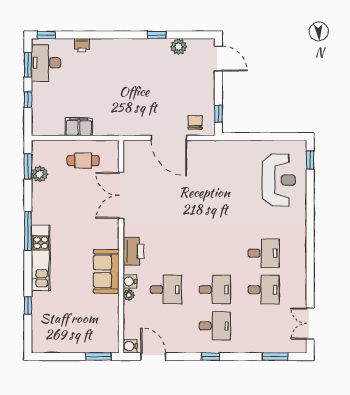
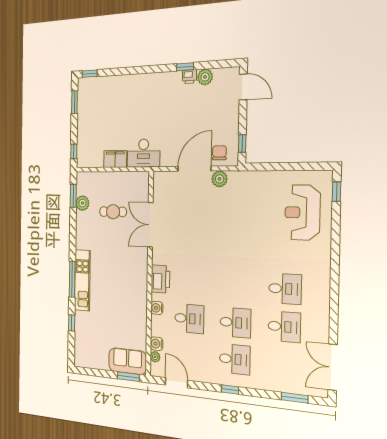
printer: (82, 45) -> (189, 77), moved
desk: (46, 63) -> (143, 153), moved, turned -90
window: (28, 99) -> (74, 151), moved
door: (169, 138) -> (194, 169), swing flipped
plant: (196, 148) -> (219, 179), added
cafe table: (83, 161) -> (113, 212), moved
reception desk: (279, 180) -> (302, 212), turned 180
window: (28, 231) -> (72, 279), moved
sofa: (106, 271) -> (128, 361), moved, turned 90
plant: (129, 295) -> (155, 357), moved
double door: (310, 324) -> (333, 367), width x1.37
water cooler: (130, 346) -> (156, 344), moved

